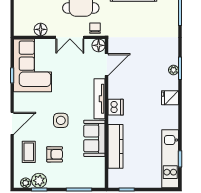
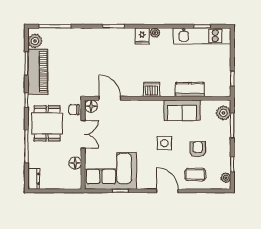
plant: (173, 70) -> (155, 33), moved
tv unit: (99, 99) -> (143, 105), removed
kitchen counter: (115, 146) -> (190, 89), width x0.67
plant: (39, 181) -> (223, 113), moved

